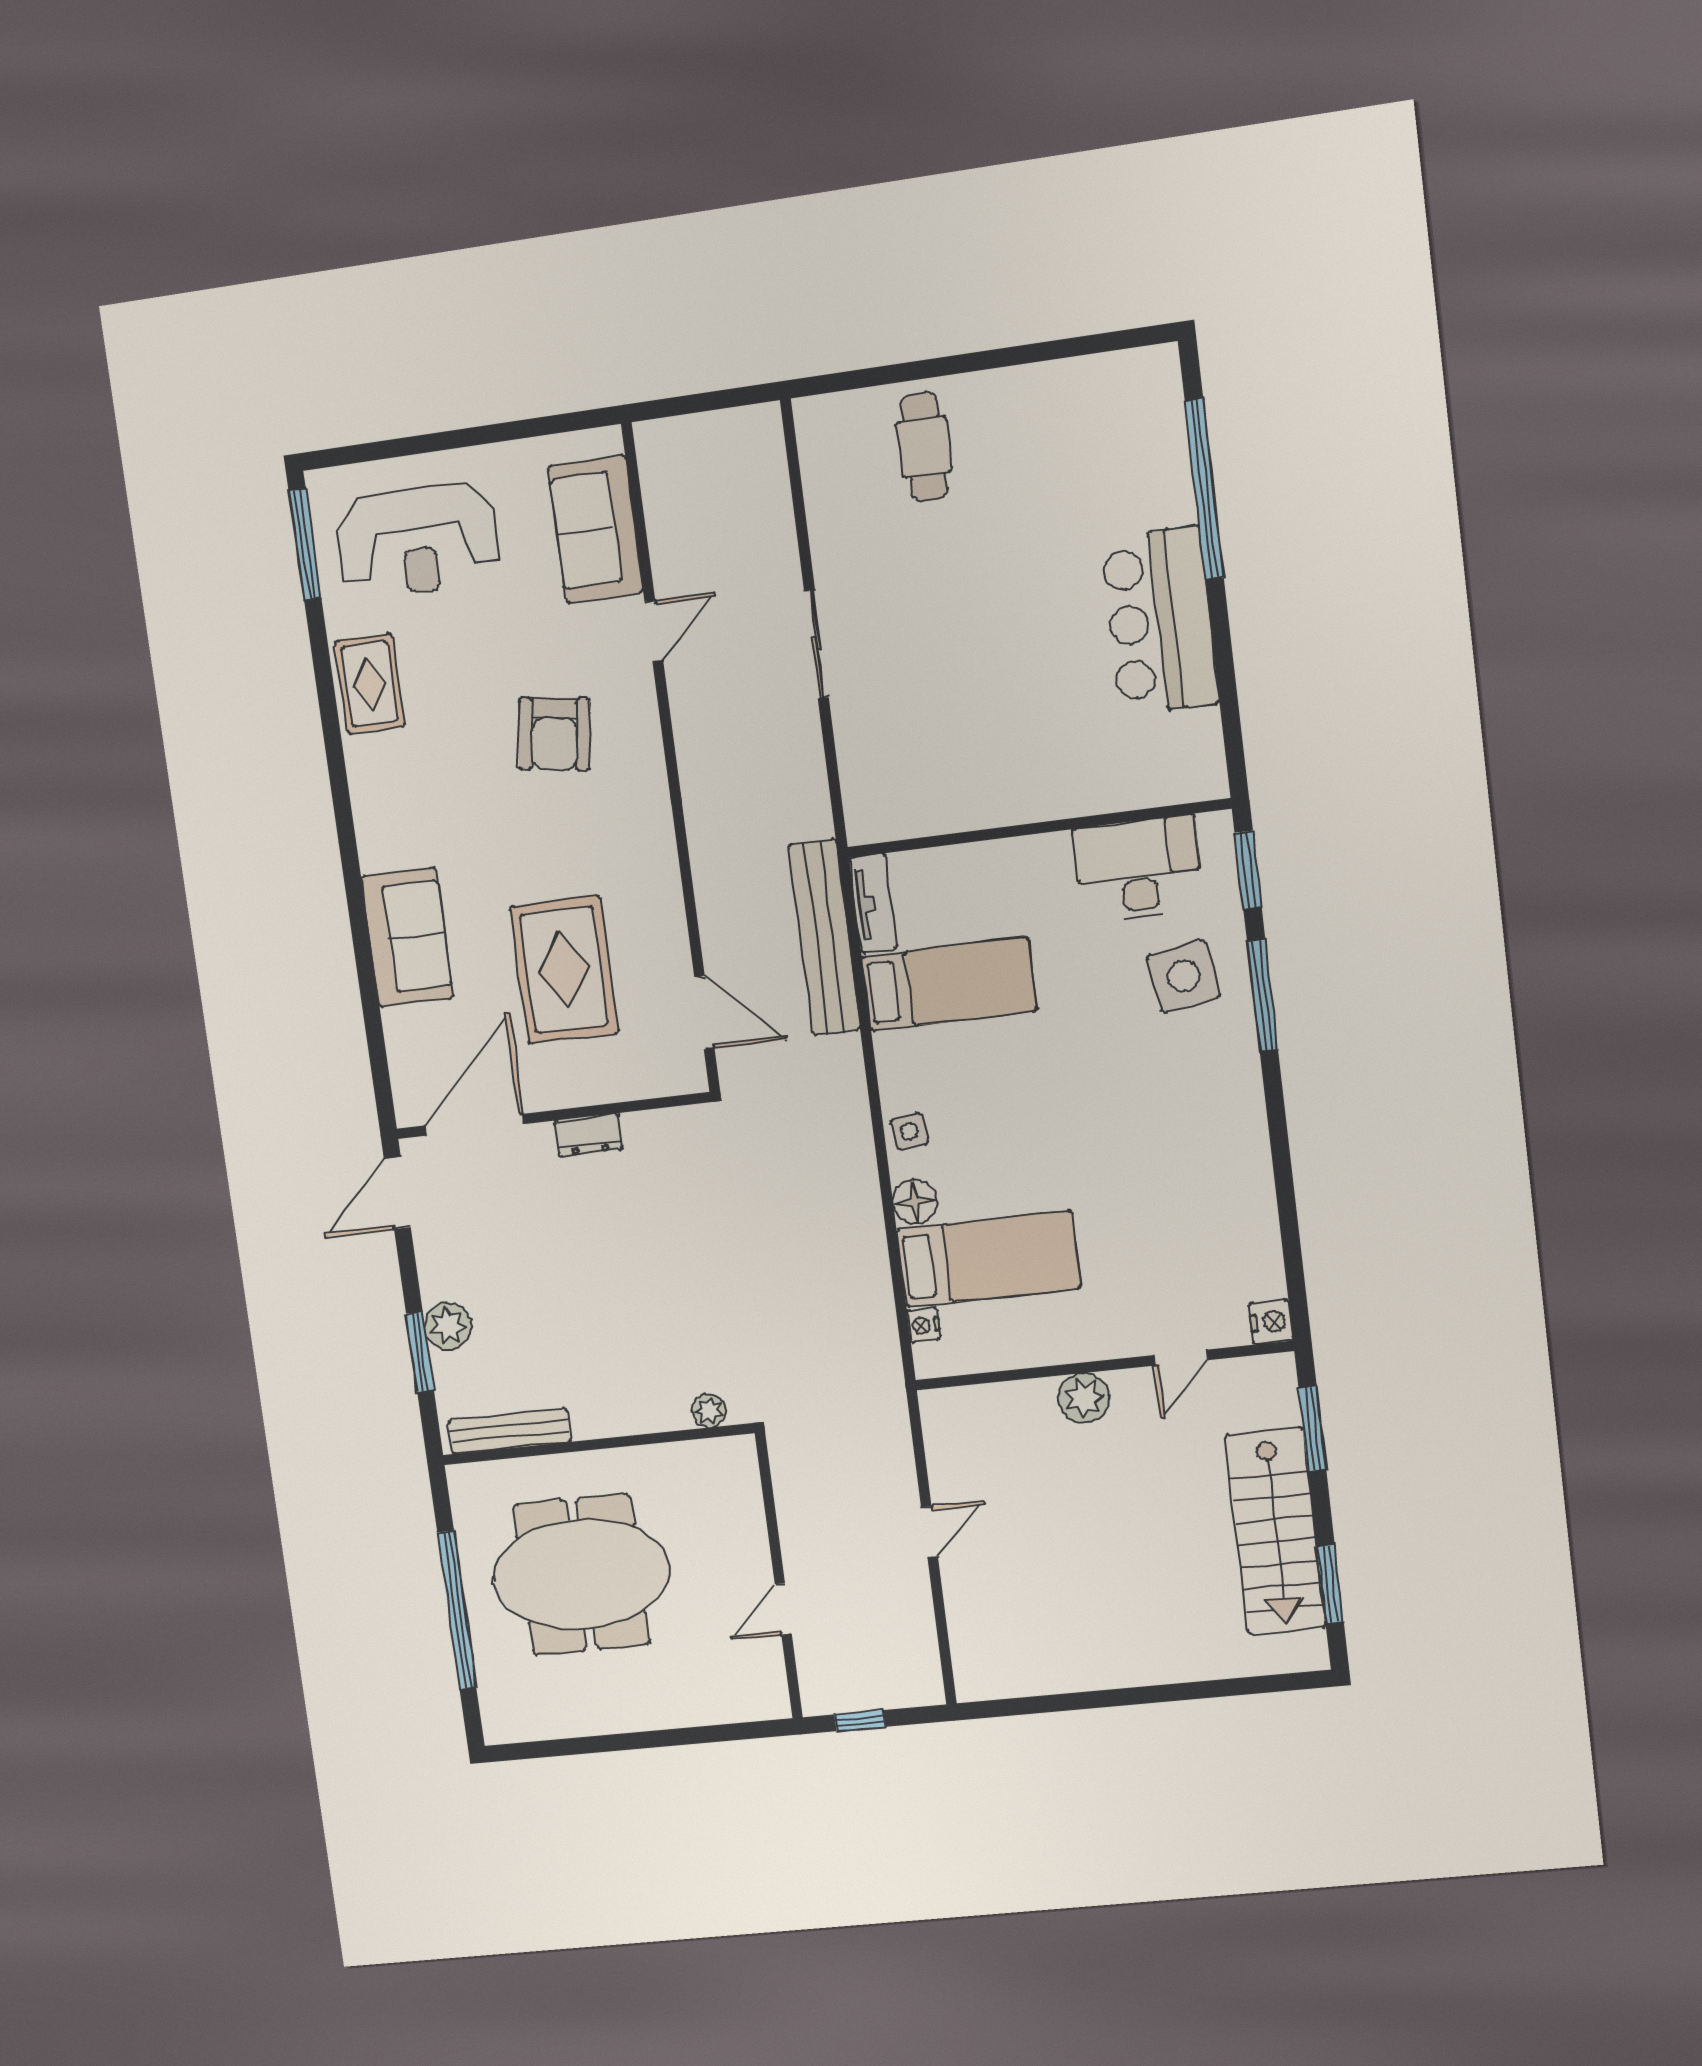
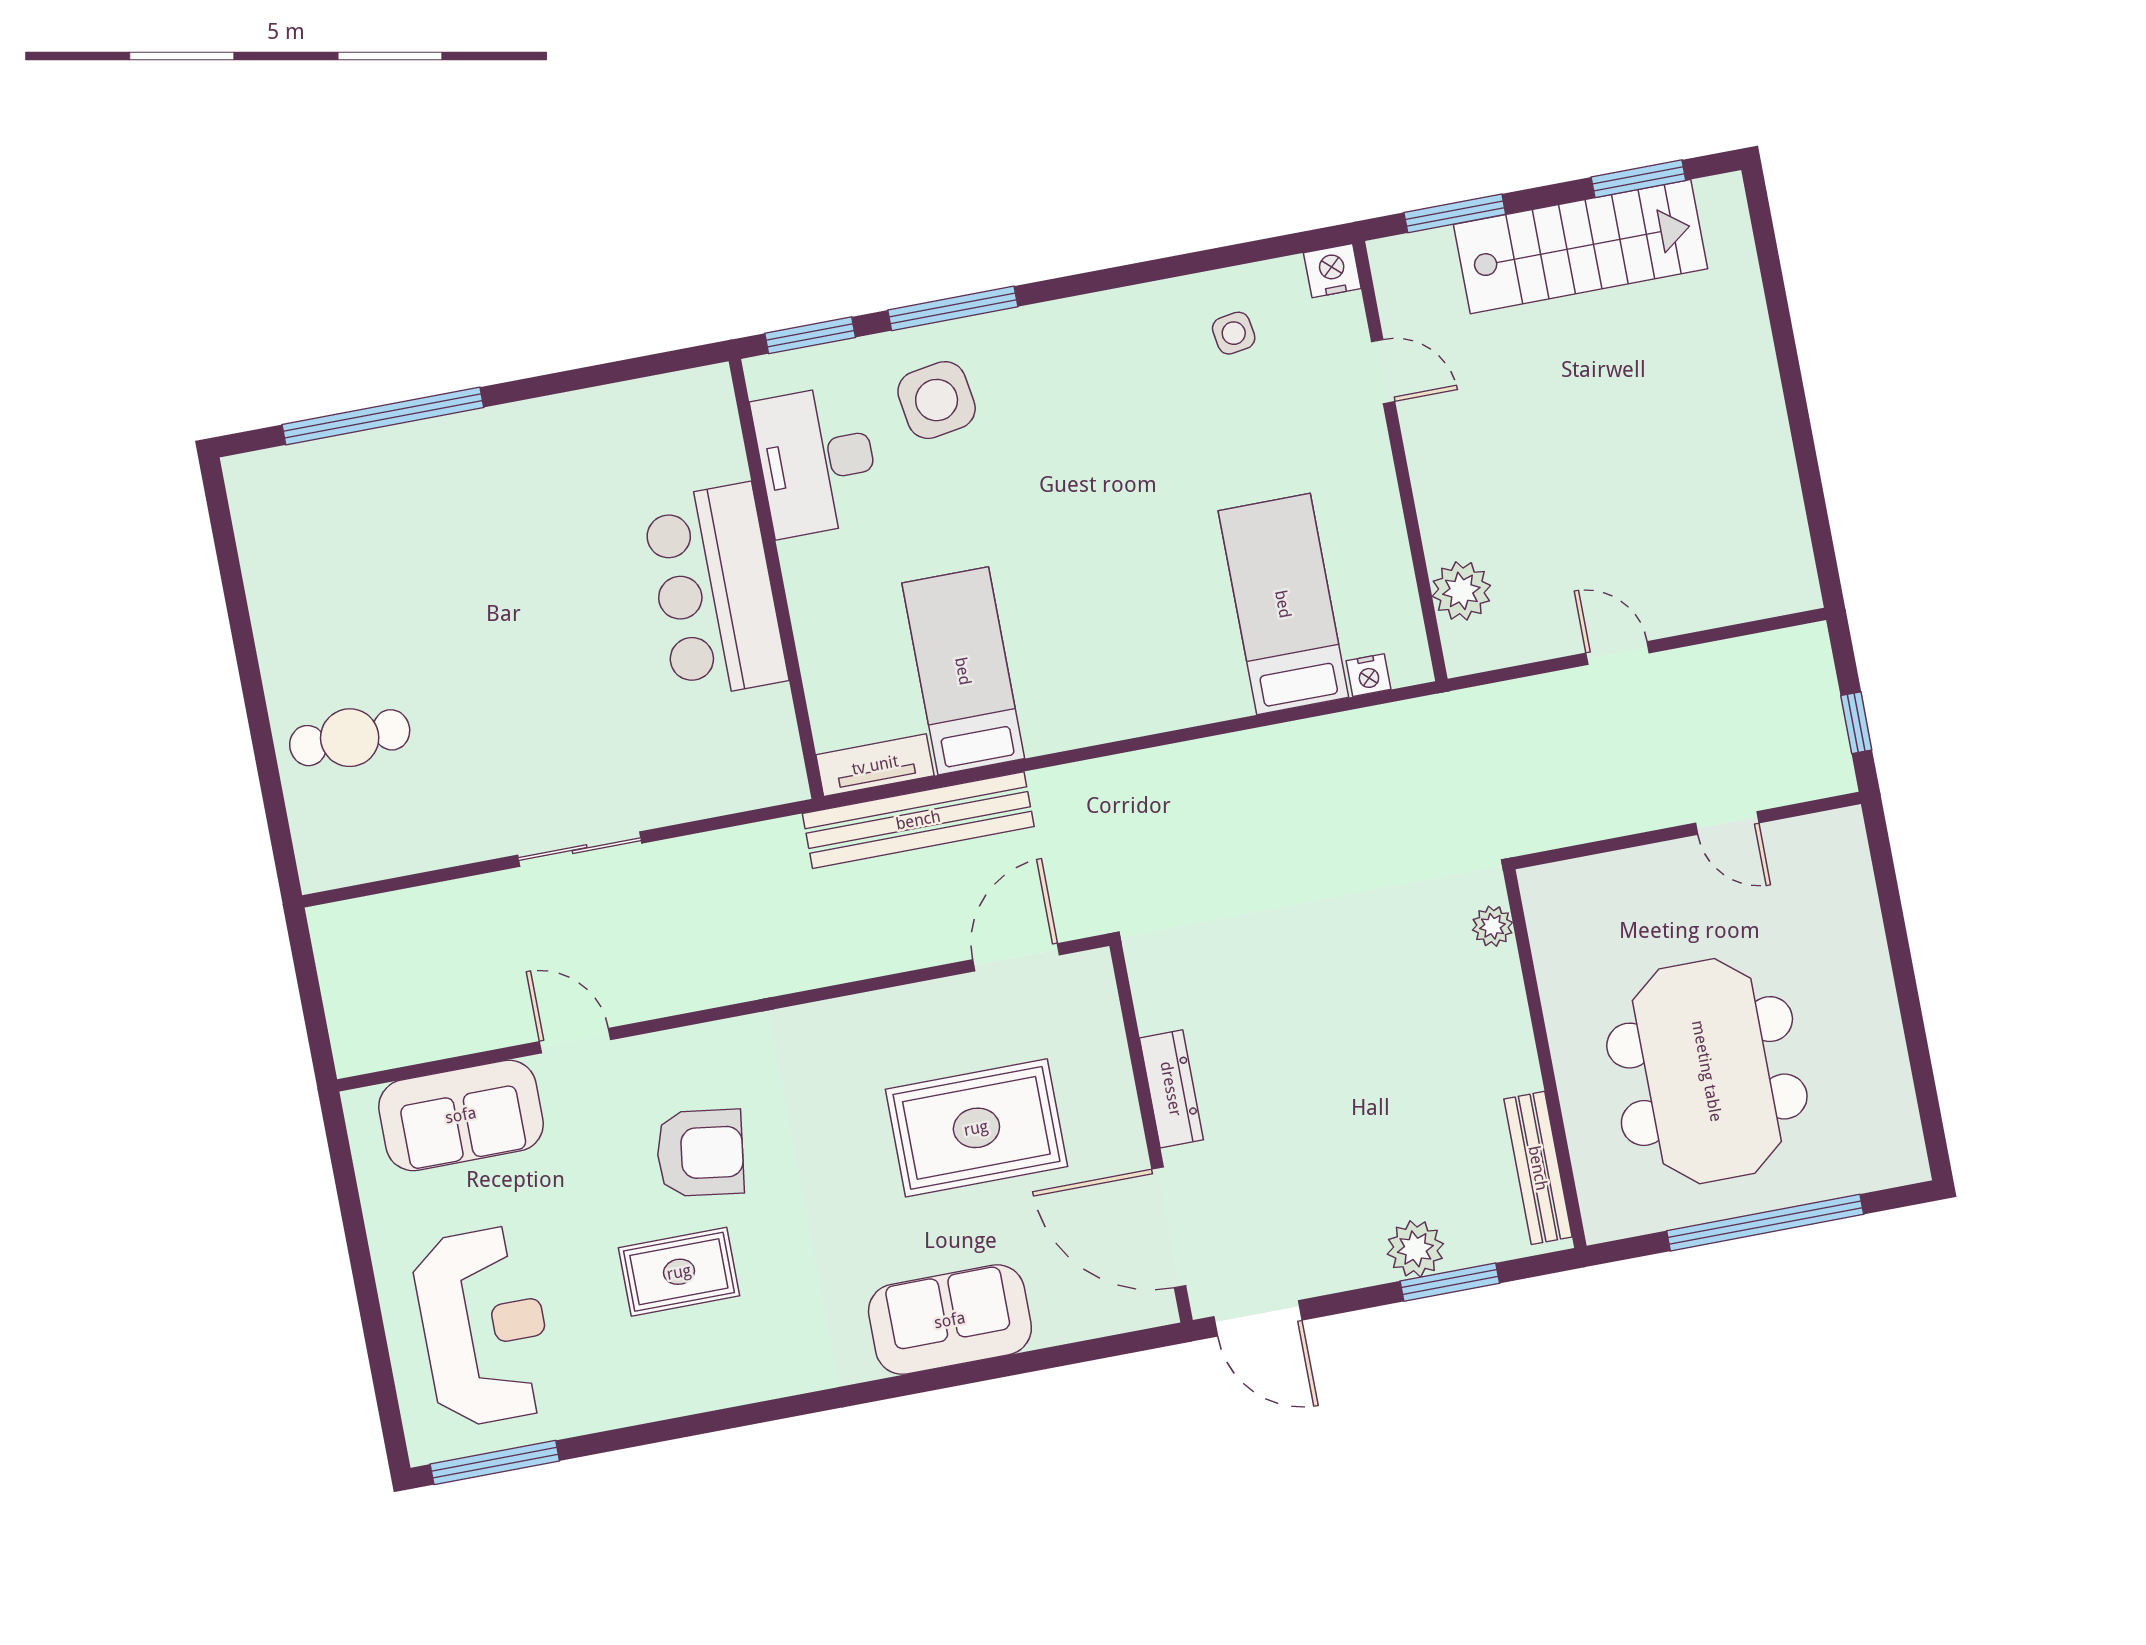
bar counter: (1160, 621) -> (715, 591), moved, turned 90
rug: (370, 684) -> (679, 1272), moved
side table: (910, 1131) -> (1234, 333), moved
dresser: (588, 1135) -> (1171, 1089), width x1.44
floor lamp: (915, 1202) -> (1222, 695), removed
plant: (1084, 1398) -> (1461, 591), moved

